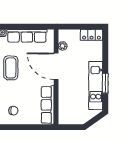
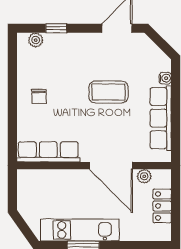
locker: (91, 35) -> (162, 206), moved
door: (56, 66) -> (111, 166), swing flipped

